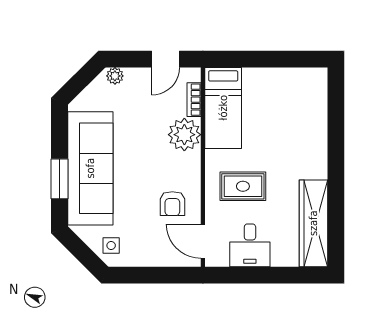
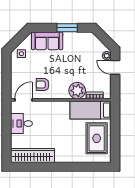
door: (165, 59) -> (115, 67), moved
sofa: (90, 168) -> (47, 41), width x0.54, depth x0.79
window: (59, 179) -> (67, 28), moved
rug: (243, 186) -> (97, 138), moved, width x1.36, depth x1.43

